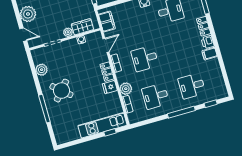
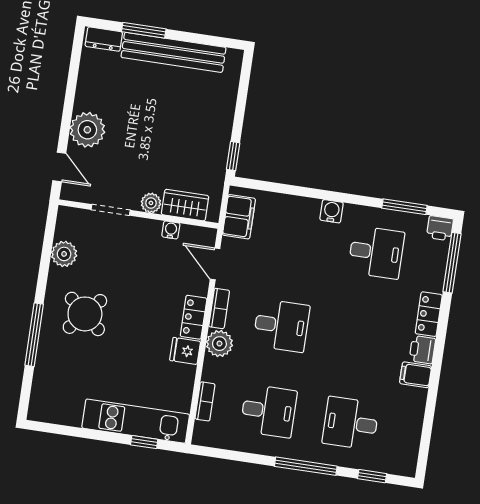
door: (106, 45) -> (215, 264), swing flipped
desk: (145, 58) -> (281, 325), turned 180
plant: (126, 89) -> (219, 344), moved
desk: (156, 96) -> (269, 411), turned 180

